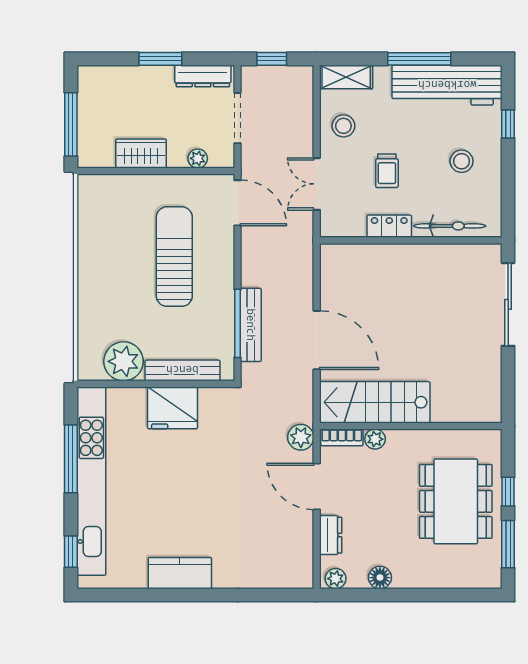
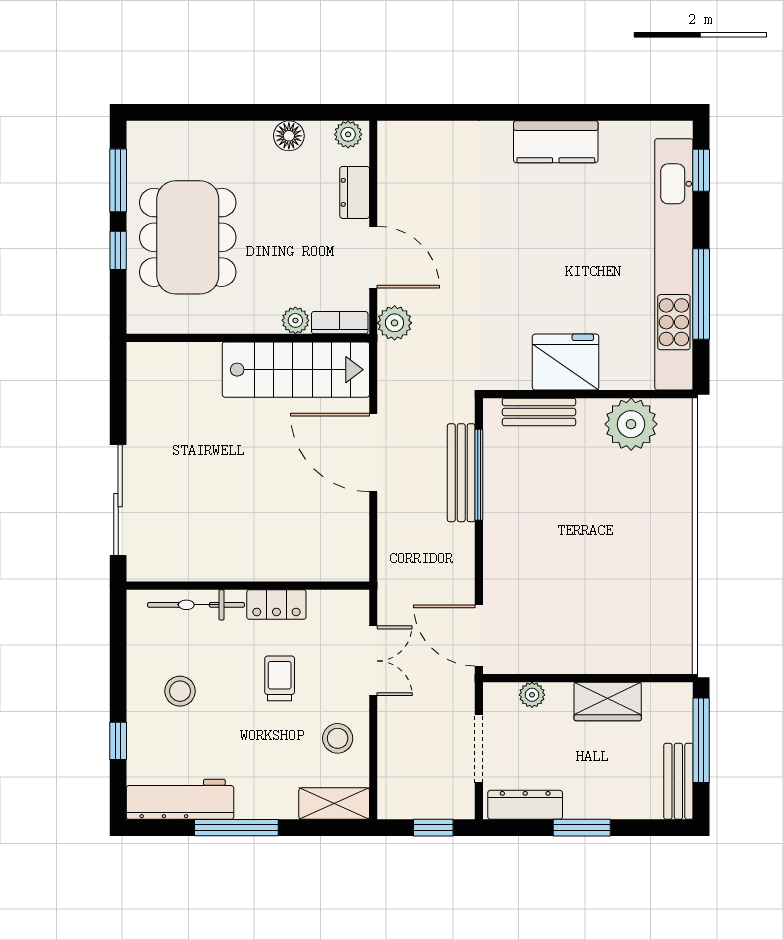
workbench: (447, 85) -> (180, 799), width x0.73, depth x0.76
bench: (88, 94) -> (678, 781), added
sun lounger: (174, 257) -> (563, 564), removed
bench: (182, 370) -> (539, 412), width x0.73

